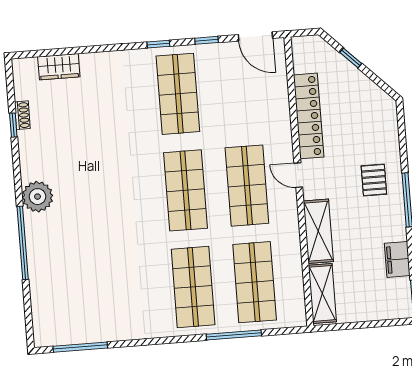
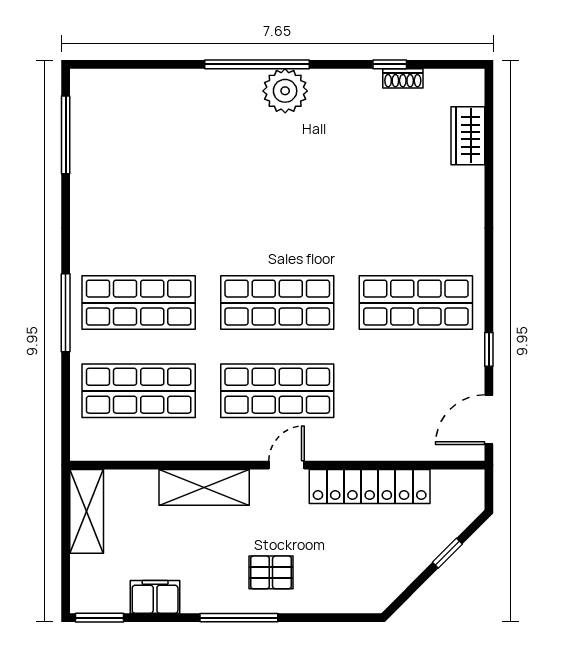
window: (158, 44) -> (489, 280), removed
window: (23, 243) -> (257, 64), moved
shelving: (322, 293) -> (87, 511), moved, turned 90
window: (234, 335) -> (66, 313), moved

